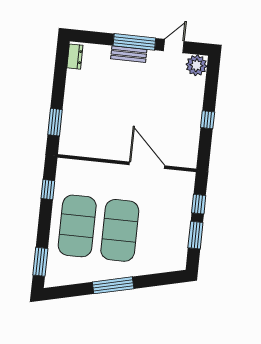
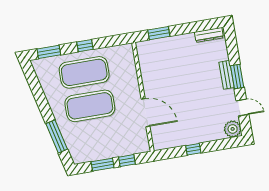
window: (134, 42) -> (237, 76), width x0.69
dresser: (75, 57) -> (209, 35), width x1.44
door: (147, 165) -> (146, 113), hinge flipped
window: (48, 190) -> (85, 46), moved
window: (113, 285) -> (57, 136), moved

